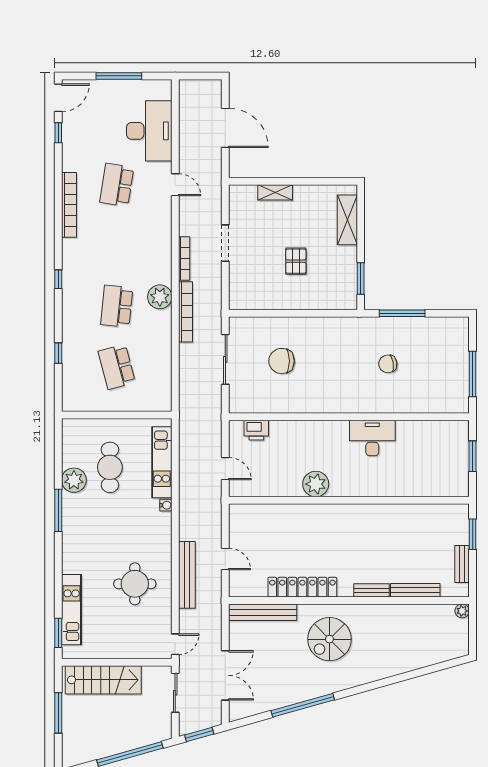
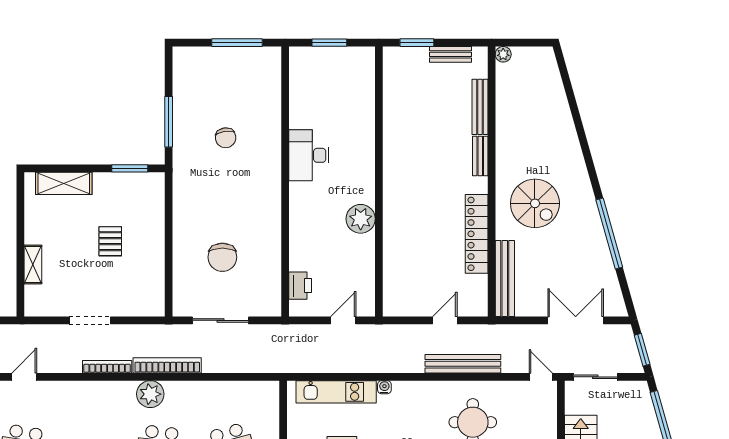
pallet: (296, 261) -> (110, 241), turned 90

